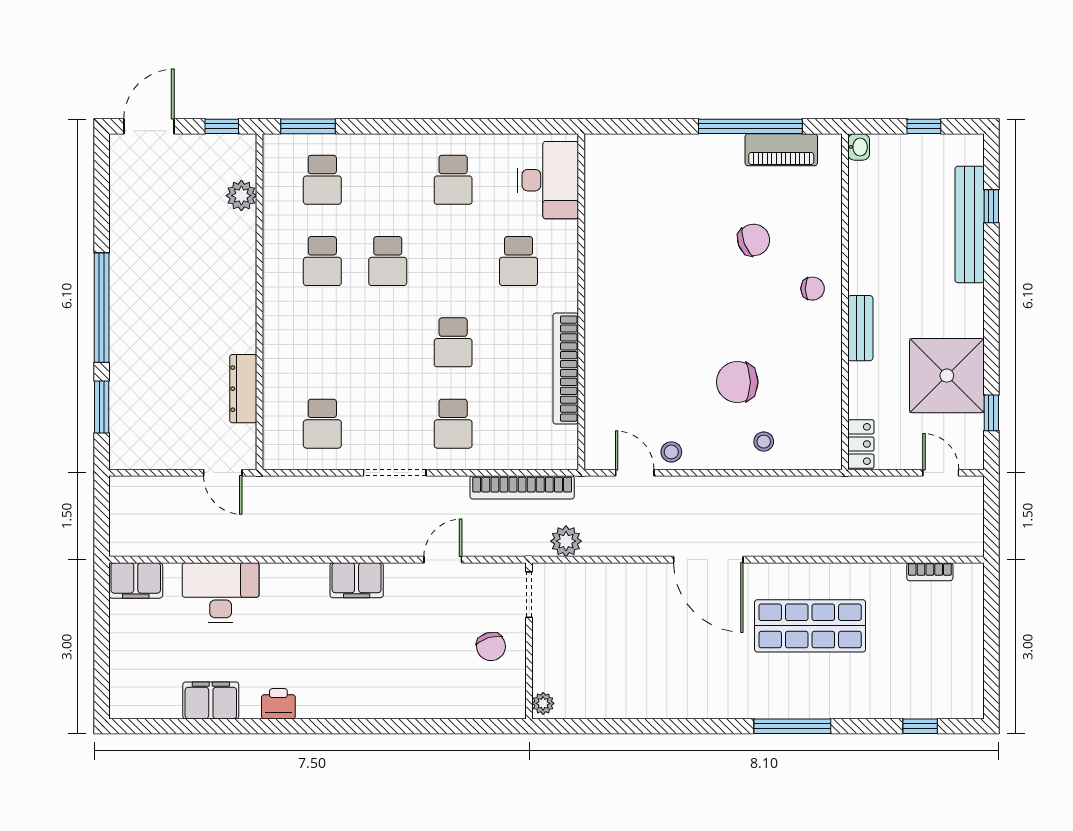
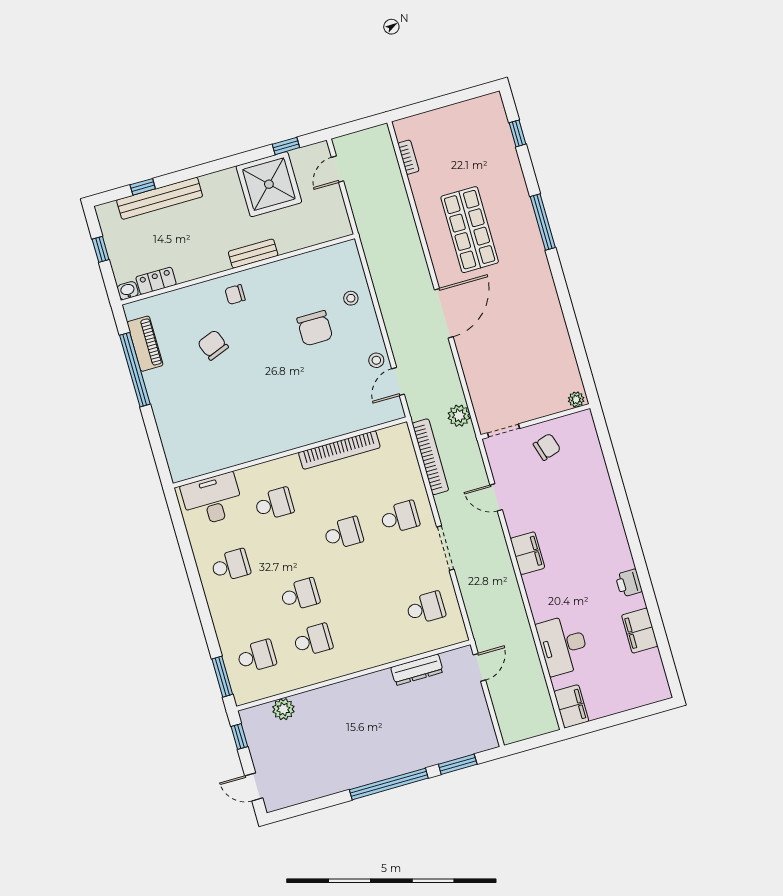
door: (149, 126) -> (254, 787), width x0.73
chair: (813, 289) -> (235, 295), turned -90
locker: (861, 444) -> (156, 281), moved

